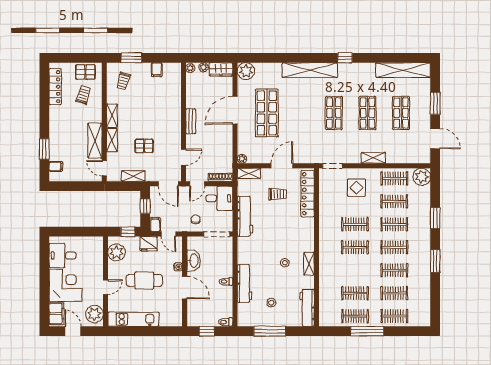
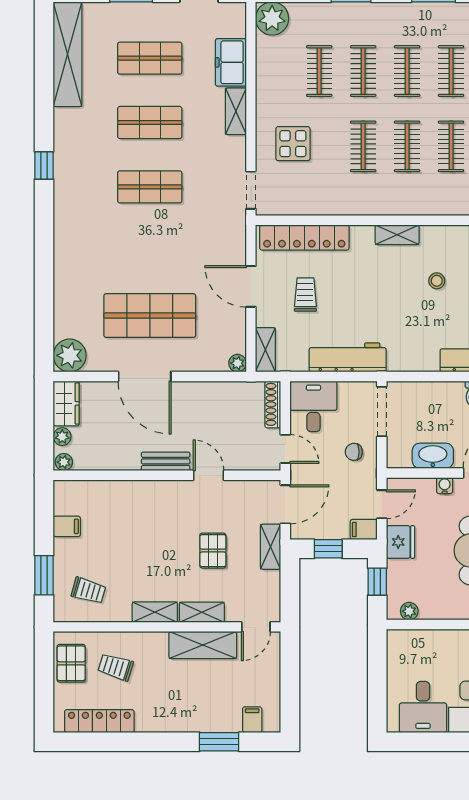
shelving: (310, 70) -> (68, 233), removed
freezer: (399, 155) -> (231, 62), added
door: (183, 157) -> (209, 475), moved
shelving: (133, 176) -> (271, 547), moved
clothes rail: (394, 178) -> (451, 146), moved
plant: (117, 252) -> (409, 611), width x0.53, depth x0.53
shelving: (309, 264) -> (397, 235), moved

